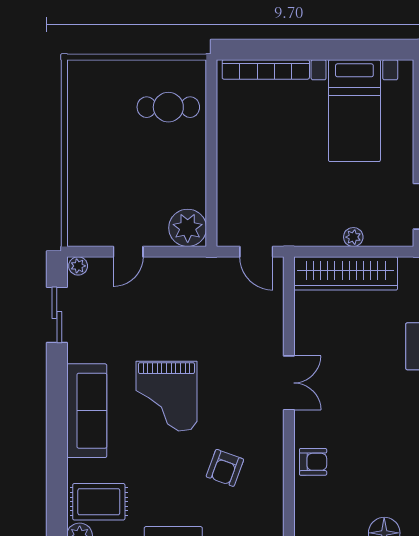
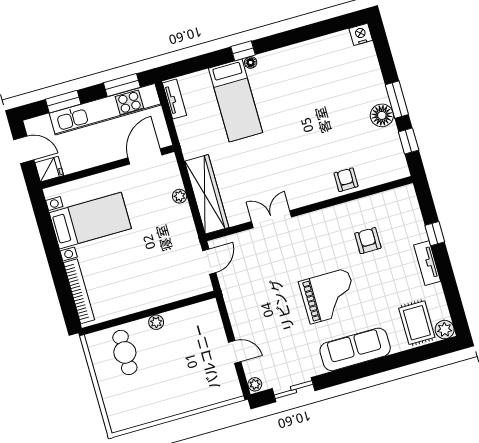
plant: (188, 228) -> (156, 322), moved, width x0.53, depth x0.53
double door: (289, 383) -> (272, 219), moved
armchair: (225, 468) -> (368, 241), turned -110

